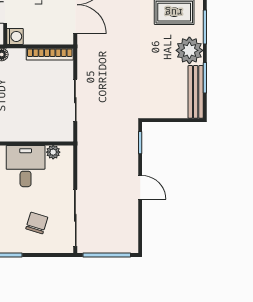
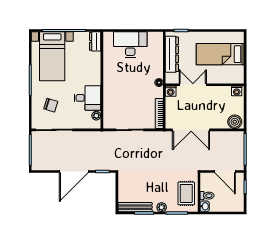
plant: (189, 50) -> (162, 207), width x0.53, depth x0.53
door: (140, 187) -> (74, 171), width x1.87

